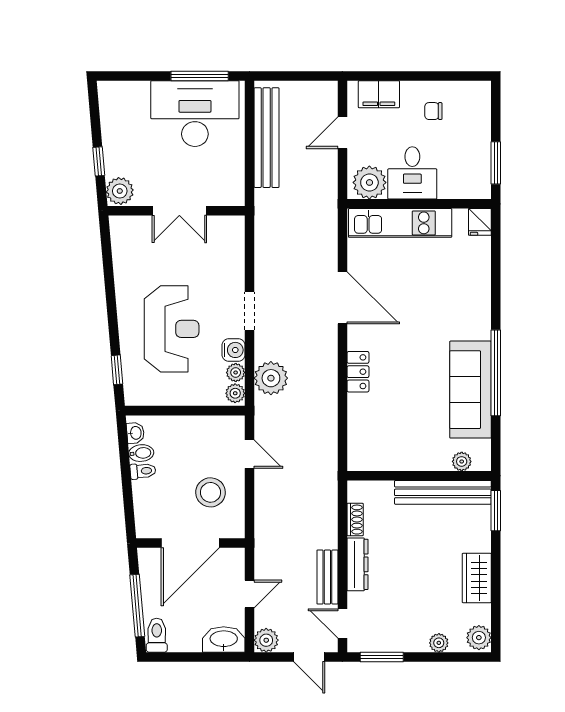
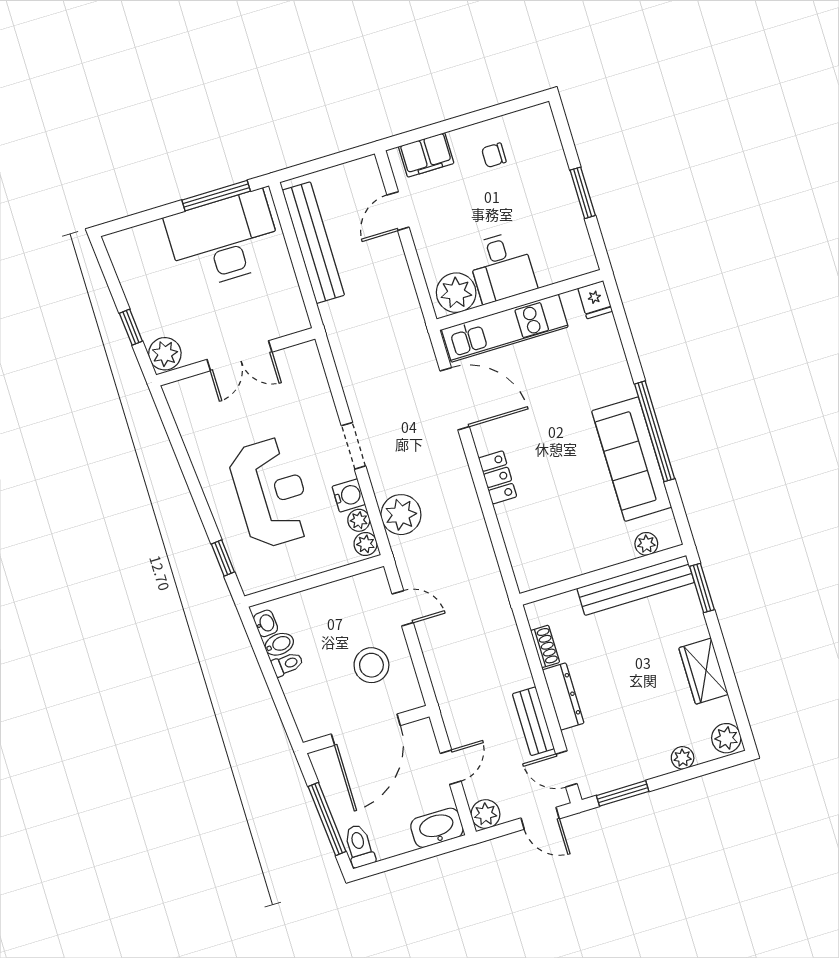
desk: (412, 173) -> (502, 267), moved
plant: (369, 182) -> (456, 293), moved
wall: (419, 204) -> (520, 300), moved
fridge: (480, 222) -> (595, 300), moved
kitchen unit: (400, 223) -> (505, 328), moved

